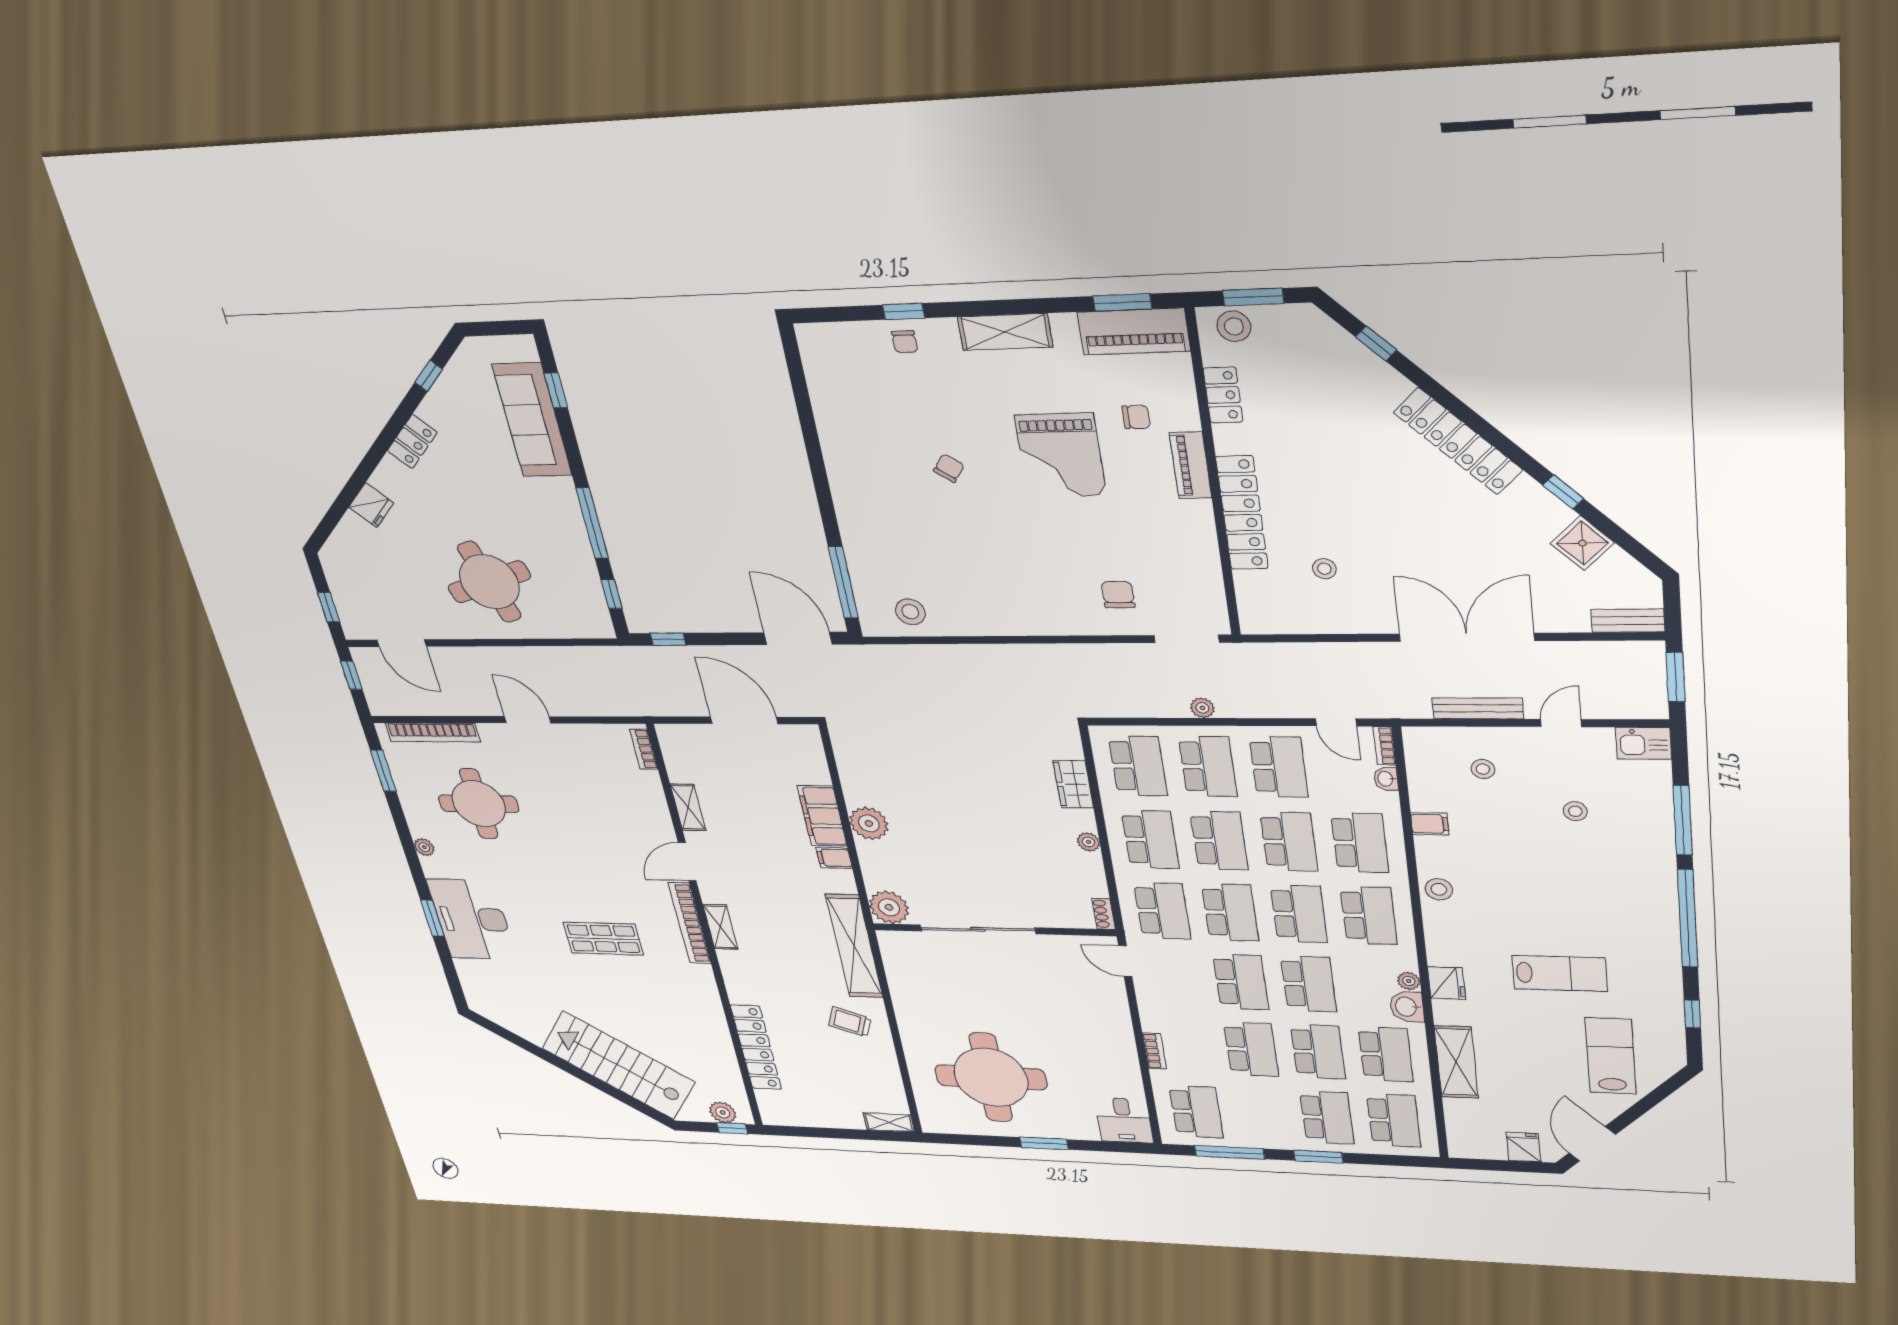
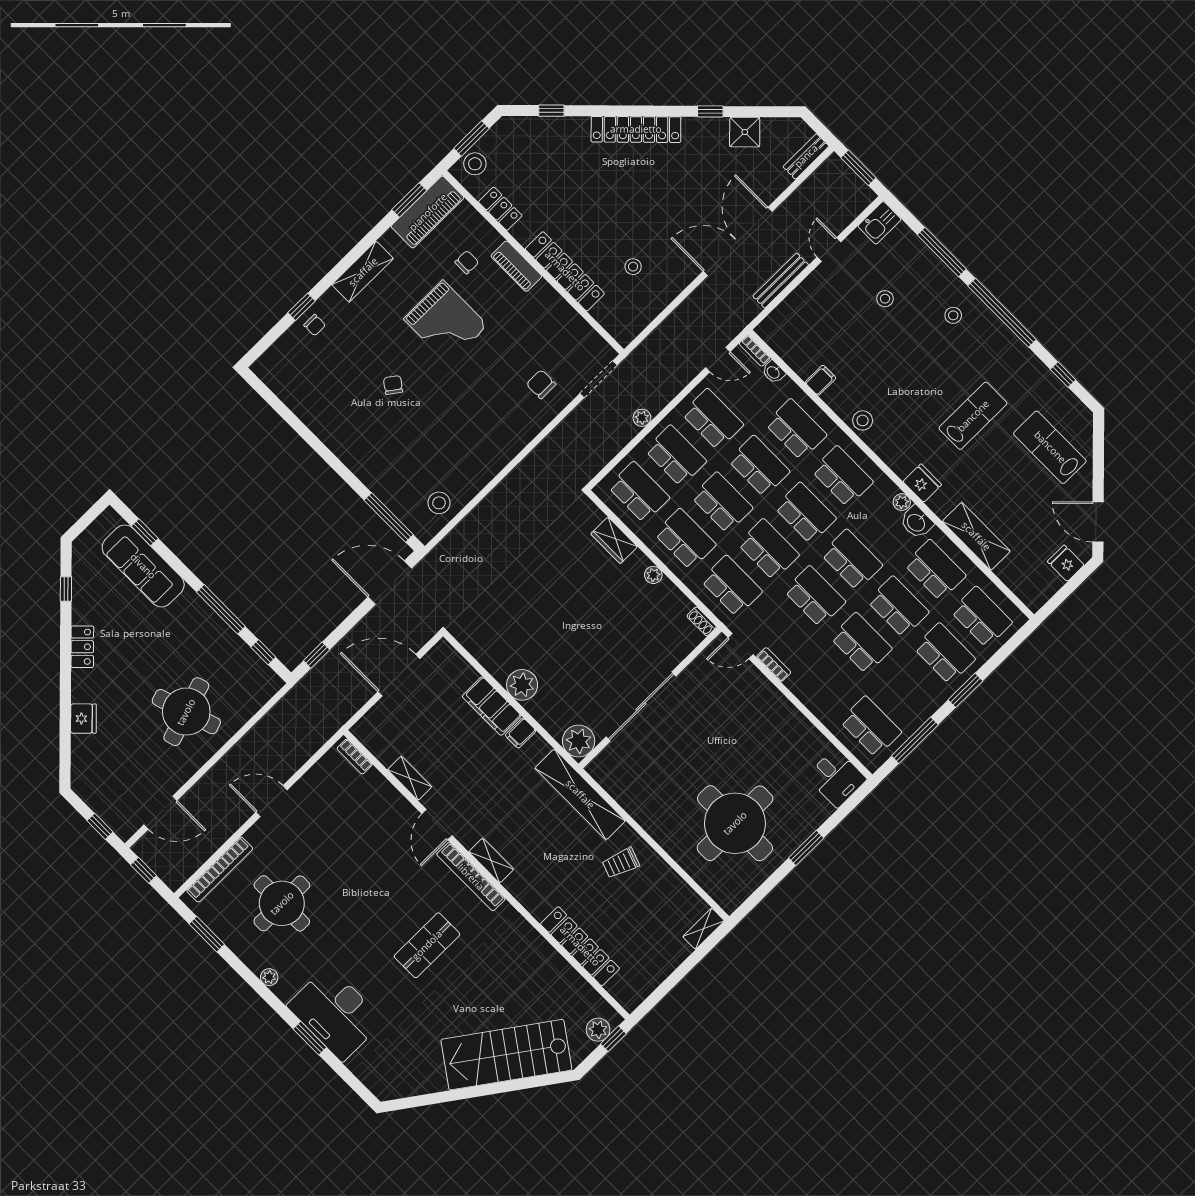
stool: (1483, 769) -> (953, 315), moved
bookcase: (1154, 1051) -> (774, 665), moved

